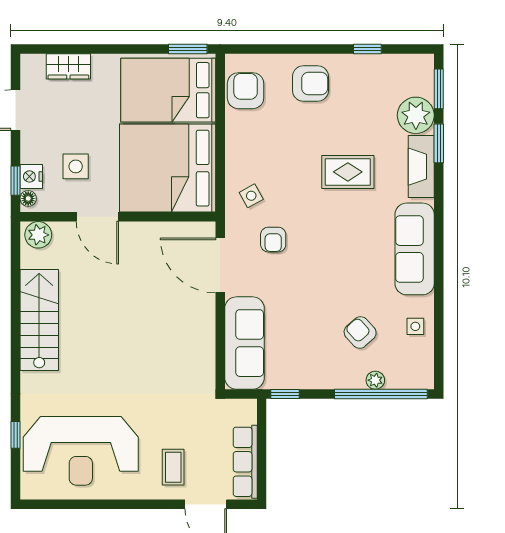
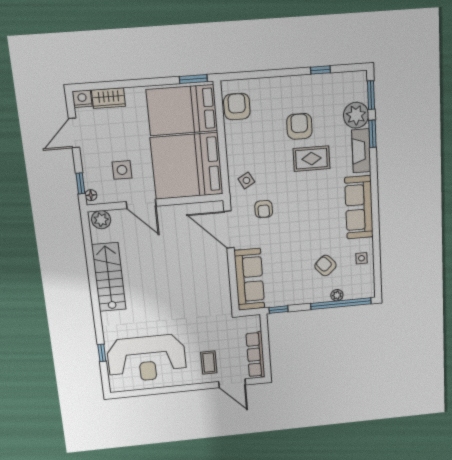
armchair: (310, 84) -> (299, 126), moved, turned -90
nightstand: (31, 176) -> (82, 99), moved, turned 90

